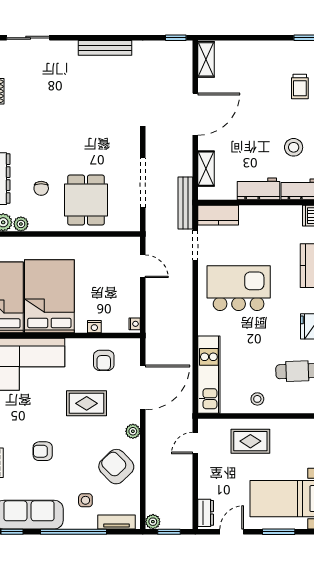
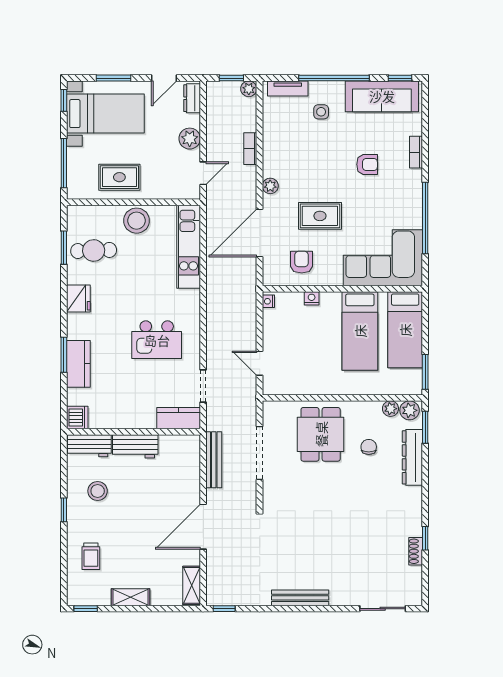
trolley: (300, 87) -> (91, 556), turned 180
shelving: (206, 169) -> (130, 597), moved, turned 90
bench: (185, 203) -> (214, 460), moved
kitchen island: (239, 288) -> (157, 340), width x0.73, depth x0.78
bed: (49, 296) -> (360, 331), width x0.67
stool: (257, 399) -> (137, 221), width x1.89, depth x1.89
rug: (250, 441) -> (119, 177), moved
bookcase: (151, 466) -> (250, 149), added
armchair: (116, 467) -> (288, 148), removed
plant: (208, 475) -> (190, 139), added

